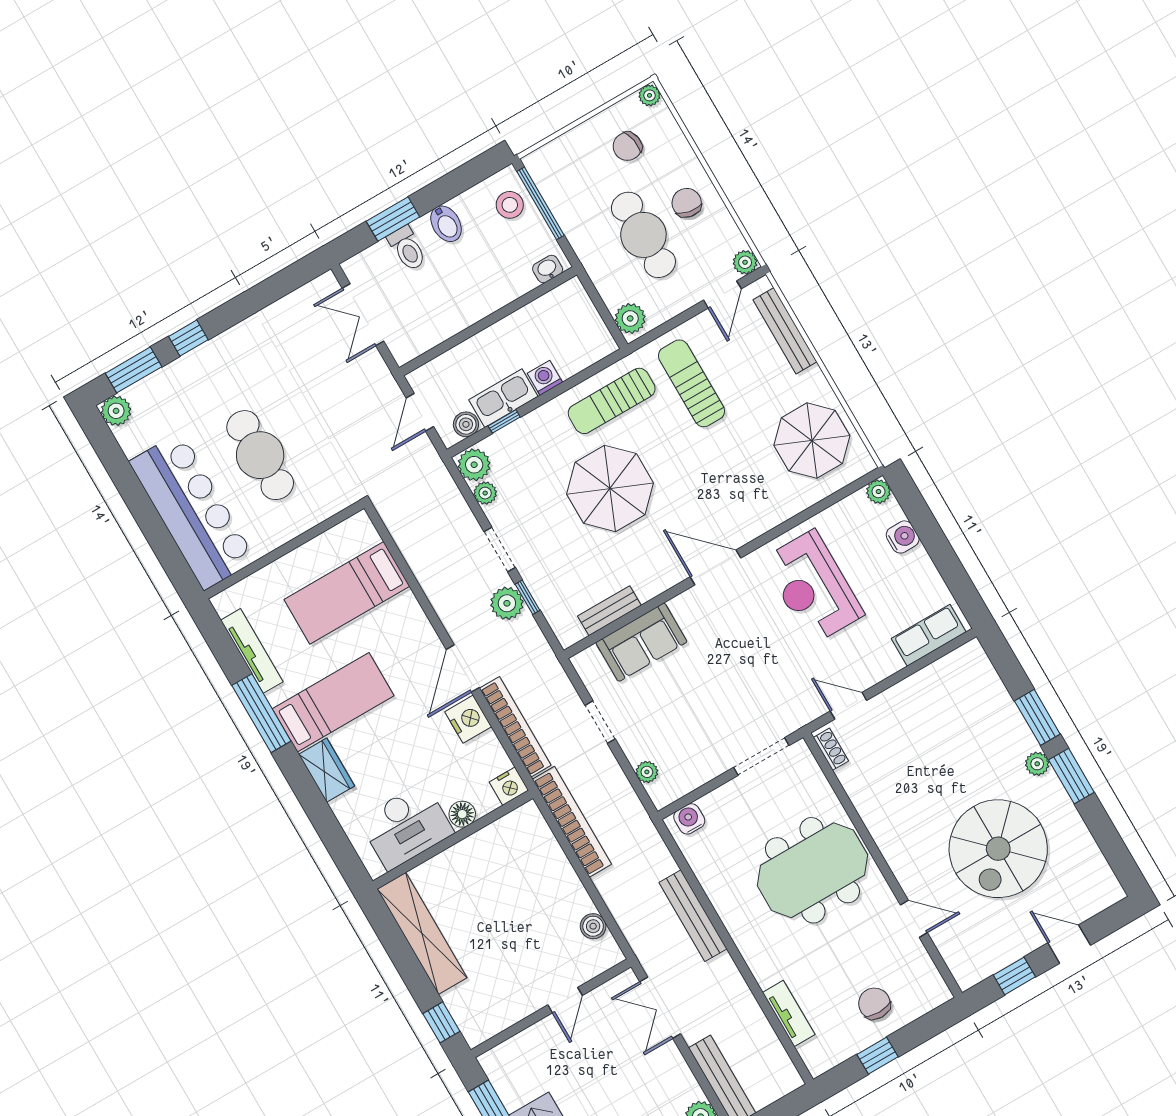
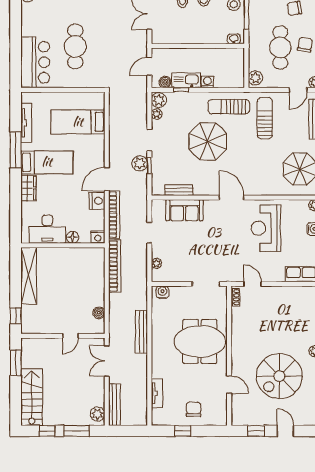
bar counter: (192, 511) -> (35, 62), width x0.73

